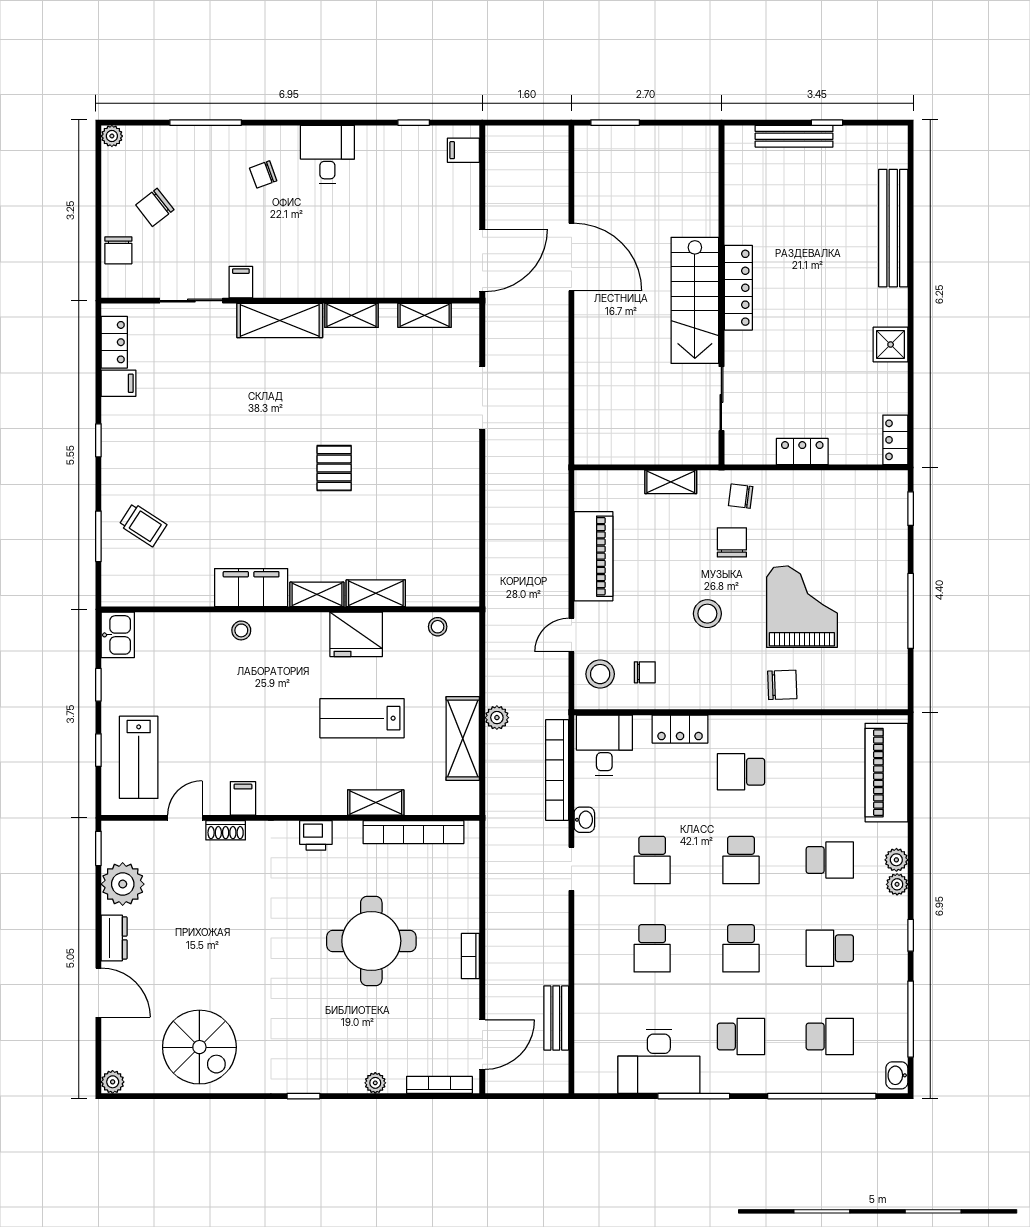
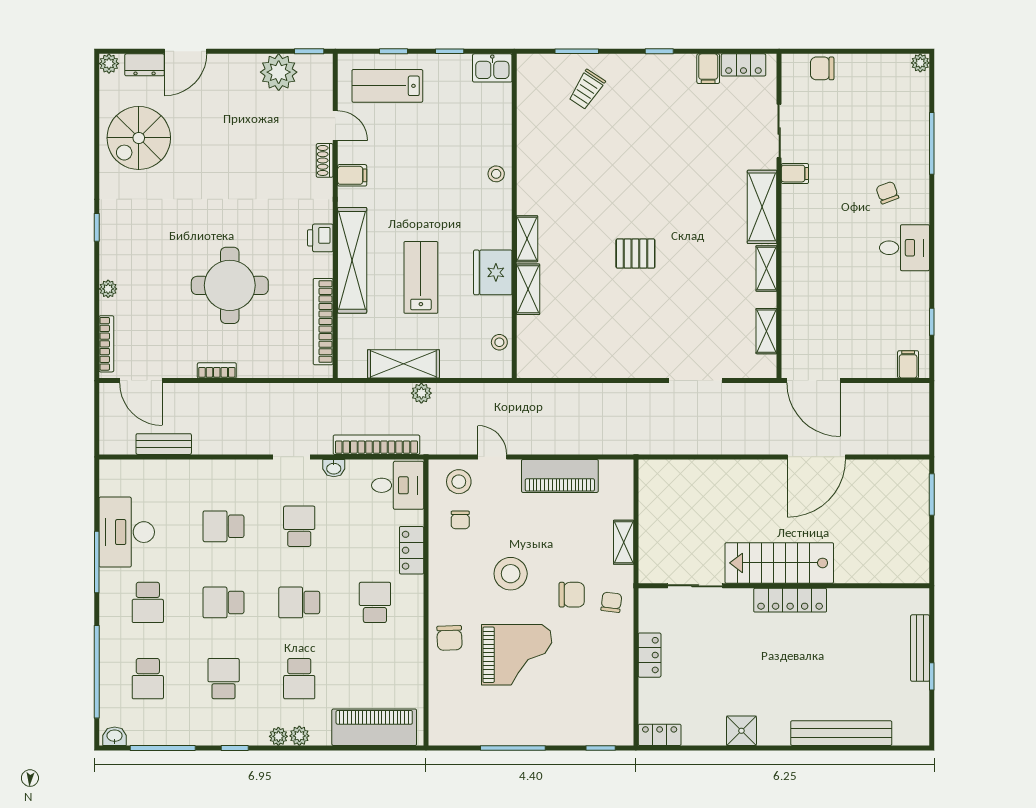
chair: (155, 207) -> (859, 100), removed
filing cabinet: (251, 588) -> (533, 182), removed
stool: (707, 614) -> (511, 574), width x1.38, depth x1.38
shelving: (376, 803) -> (352, 260), width x2.20, depth x1.33
school desk: (652, 860) -> (299, 526), turned 90
dresser: (114, 938) -> (145, 65), moved

